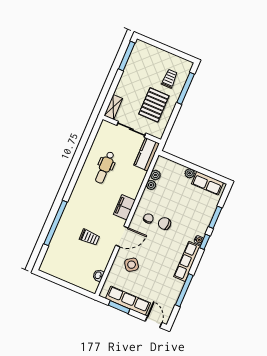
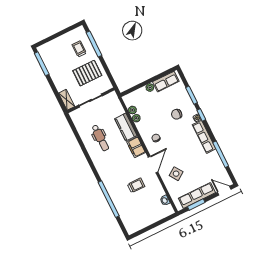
pallet: (154, 105) -> (87, 73), turned 90
kitchen counter: (147, 154) -> (126, 127), moved
chair: (165, 224) -> (177, 114), moved

